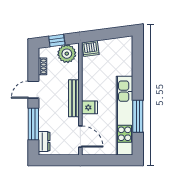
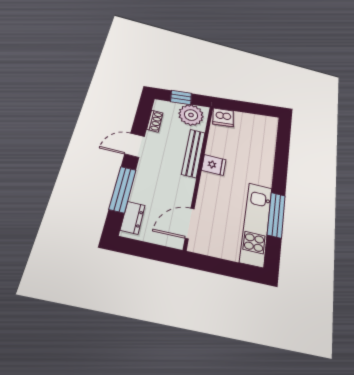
bench: (74, 98) -> (193, 153), moved
fridge: (90, 107) -> (214, 165), moved
kitchen unit: (125, 116) -> (256, 224), width x0.73
door: (80, 137) -> (190, 223), swing flipped

